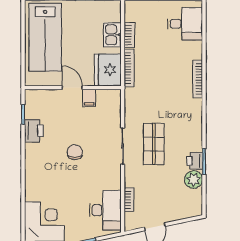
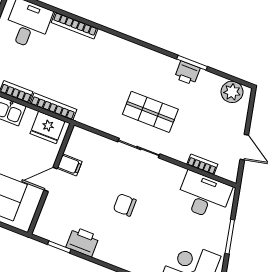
fridge: (108, 70) -> (47, 127), width x0.73, depth x0.75
bookcase: (198, 79) -> (75, 25), moved
plant: (194, 180) -> (232, 92), moved

